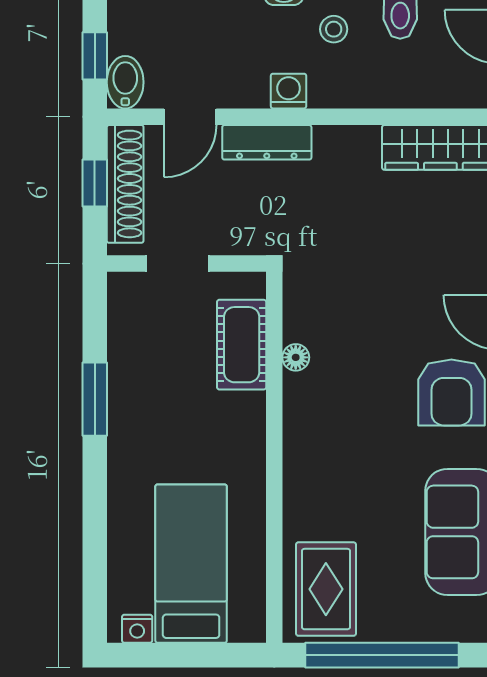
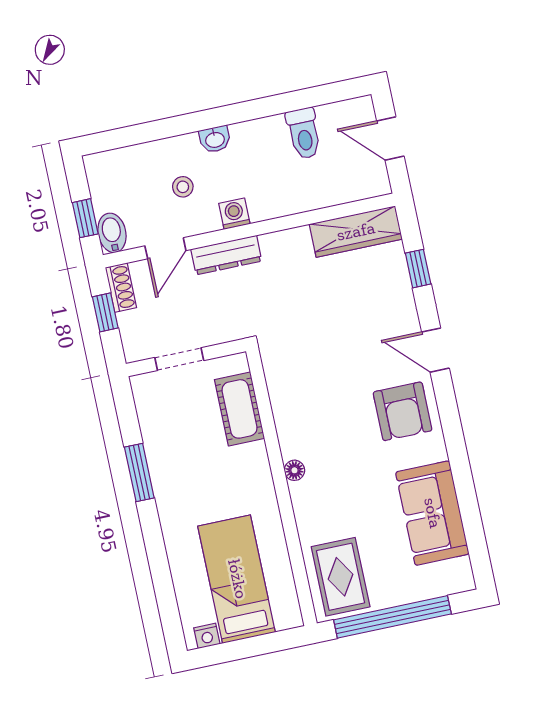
stool: (334, 29) -> (183, 187), moved
shoe rack: (125, 184) -> (121, 288), width x0.51, depth x0.81
floor lamp: (296, 357) -> (294, 470), moved

